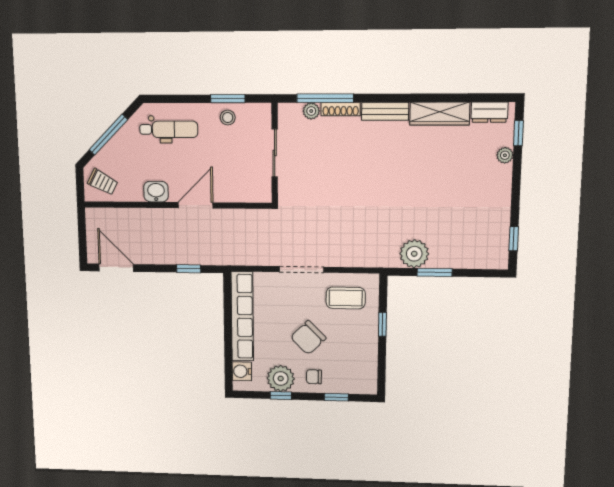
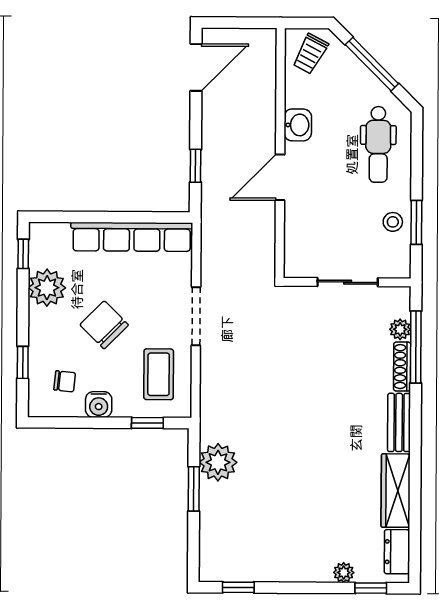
door: (196, 205) -> (280, 177), swing flipped
window: (382, 324) -> (147, 423), moved
water cooler: (242, 371) -> (99, 404), moved, turned 180
chair: (314, 377) -> (65, 381), moved, turned 96
window: (281, 396) -> (23, 254), moved

